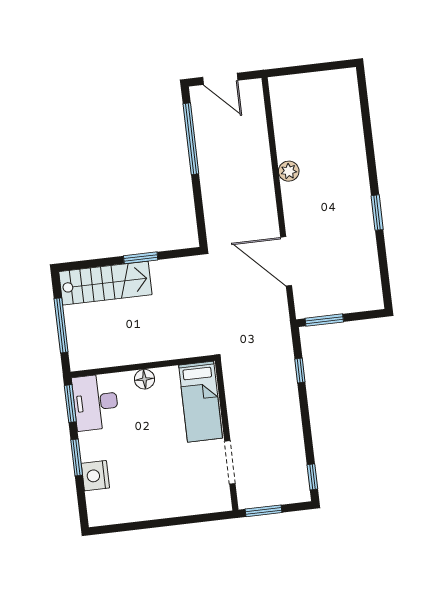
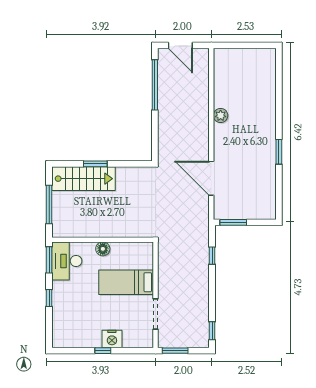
window: (141, 258) -> (95, 164), moved
bed: (201, 402) -> (126, 282), moved, turned 90
window: (77, 457) -> (49, 298), width x0.67
nightstand: (95, 476) -> (112, 339), moved, turned -90
window: (161, 523) -> (103, 351), added

